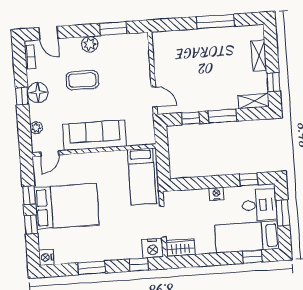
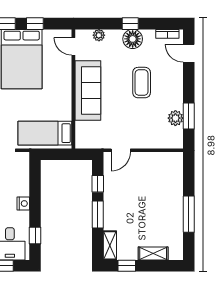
door: (49, 33) -> (189, 53), hinge flipped
plant: (90, 44) -> (175, 118), moved

